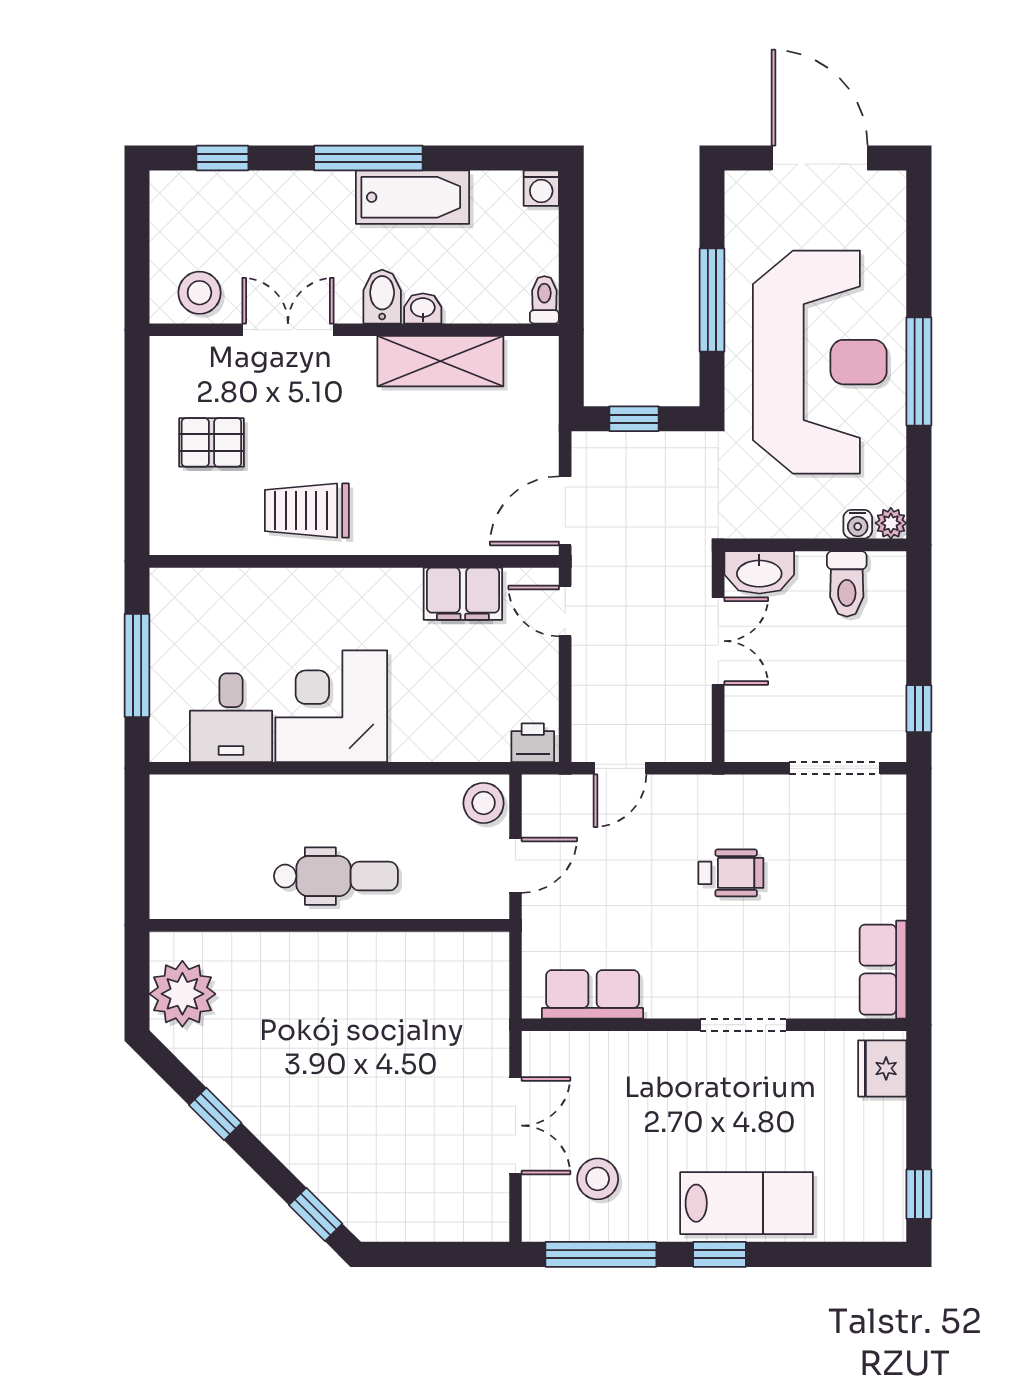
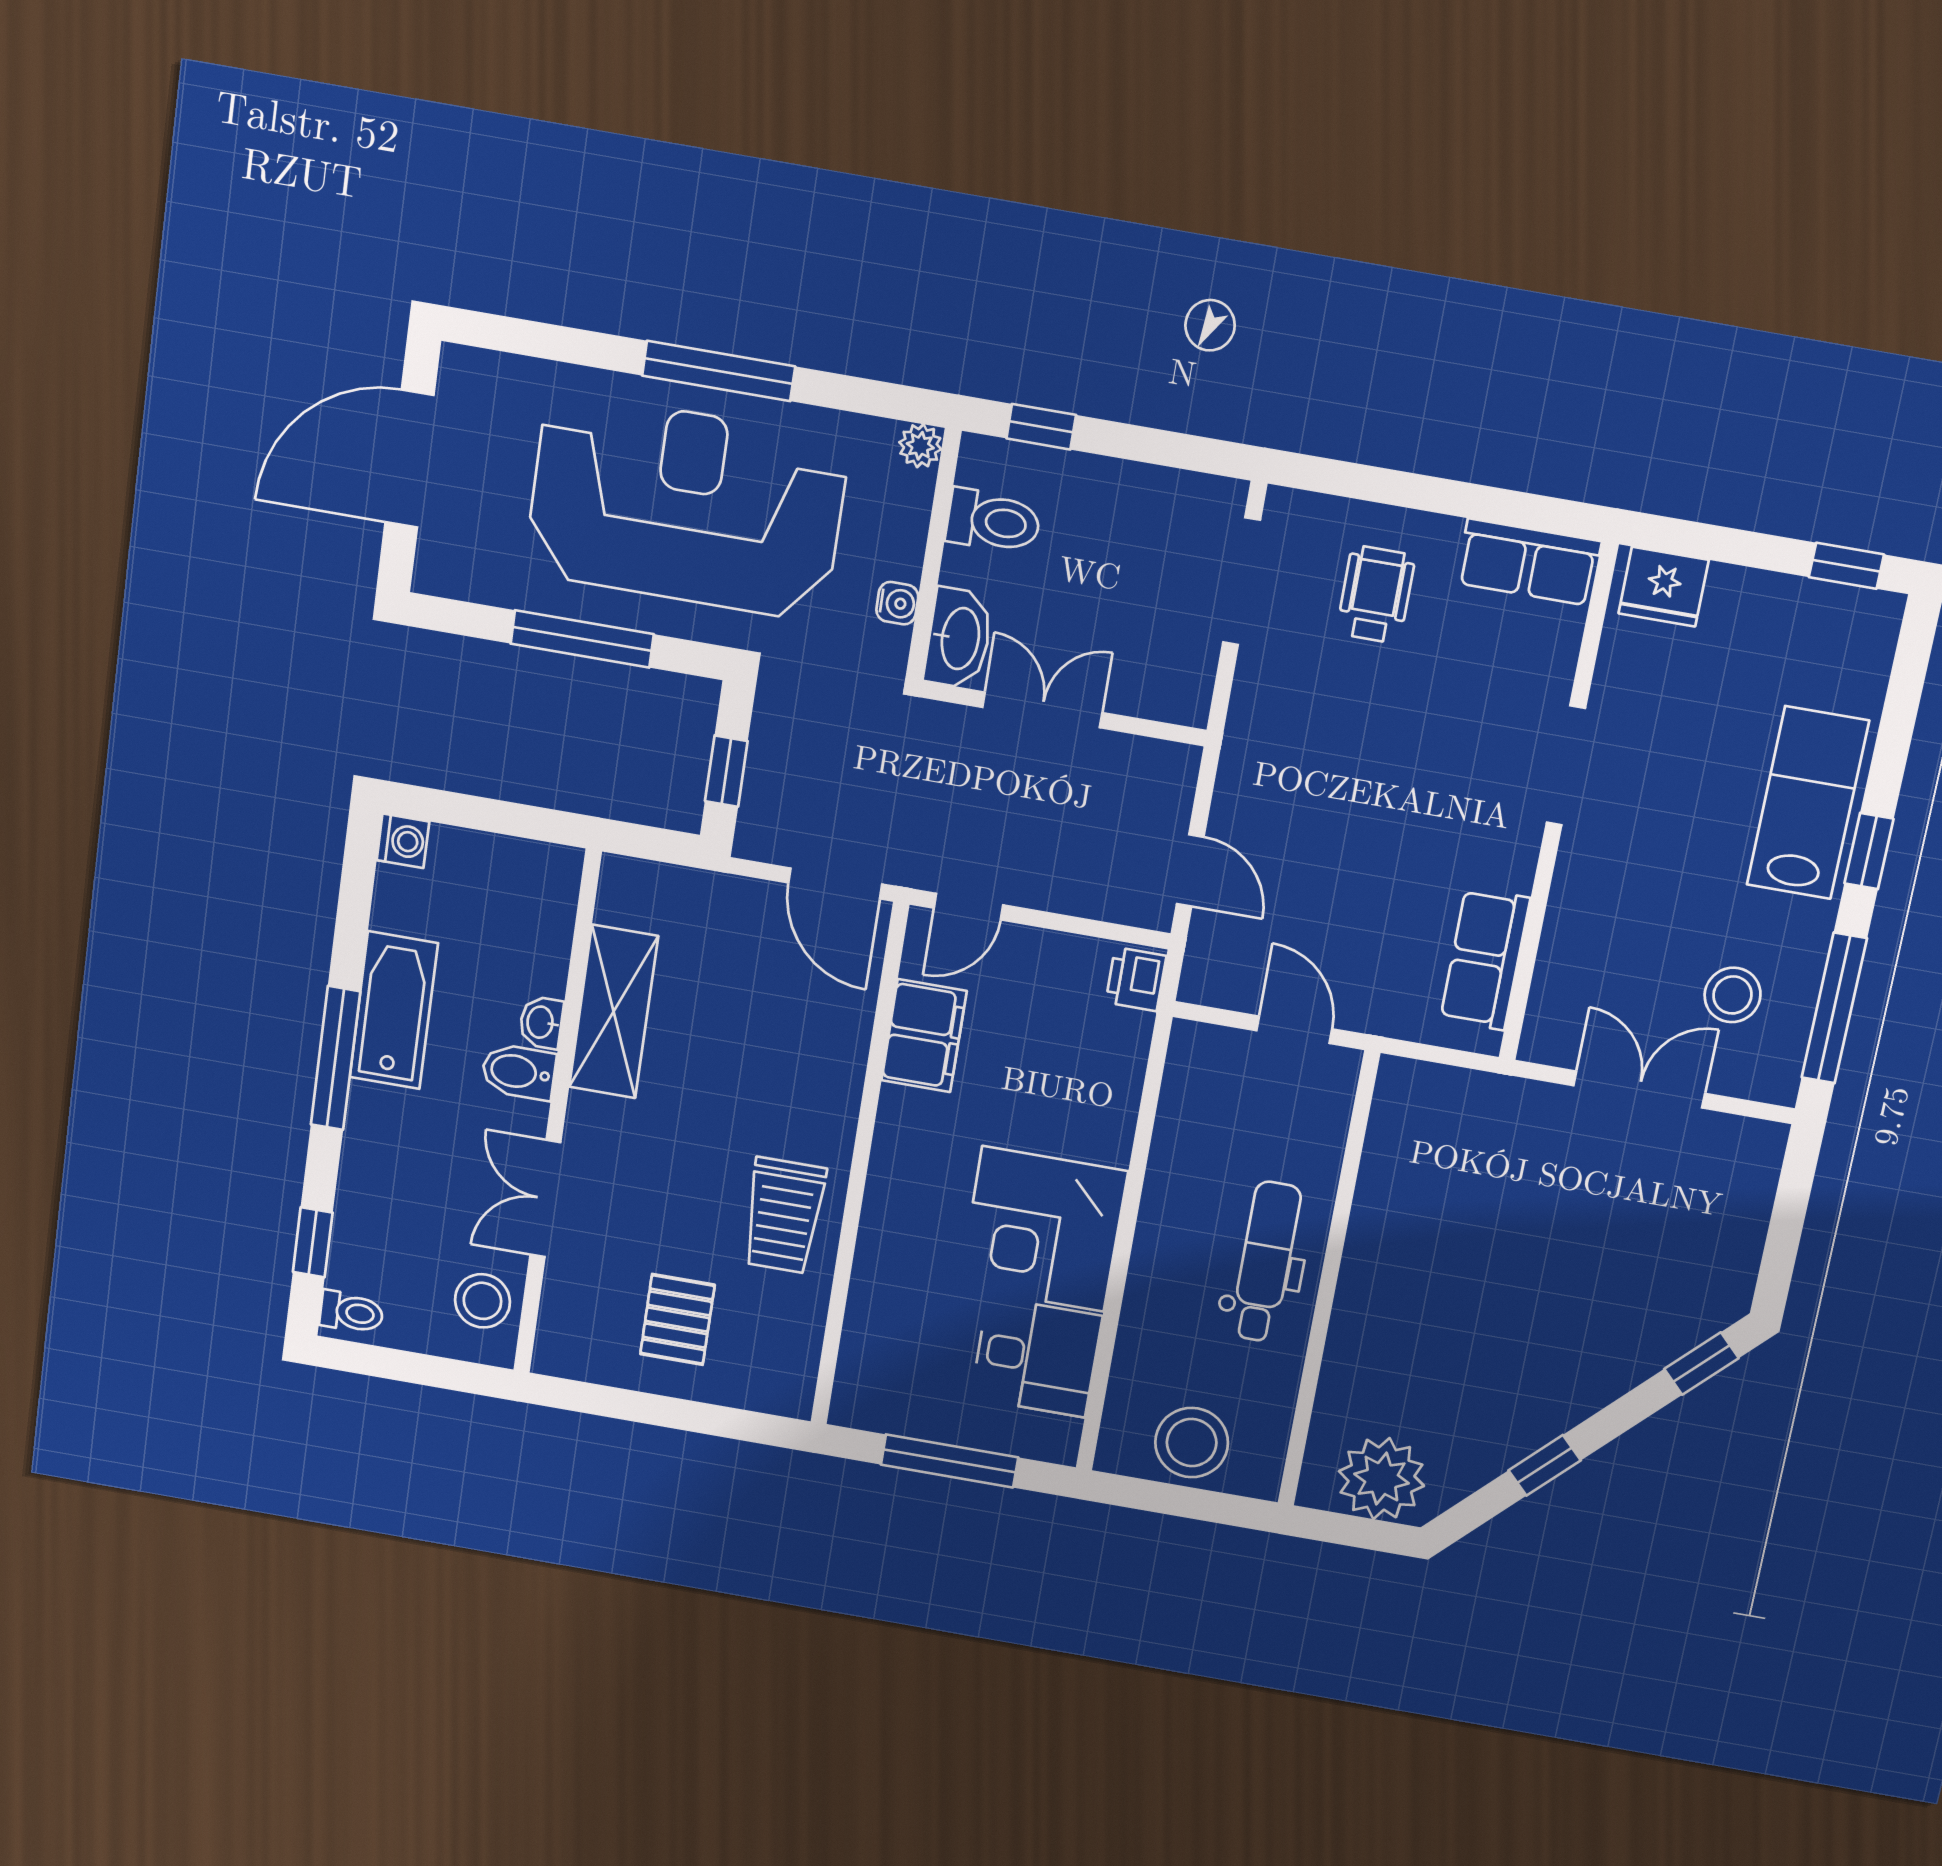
toilet: (544, 300) -> (351, 1312), moved, turned 180
water cooler: (858, 524) -> (897, 603), moved
window: (919, 709) -> (1041, 427), moved
stool: (484, 803) -> (1192, 1443), moved, width x1.38, depth x1.38
wheelchair: (731, 873) -> (1376, 594), moved

